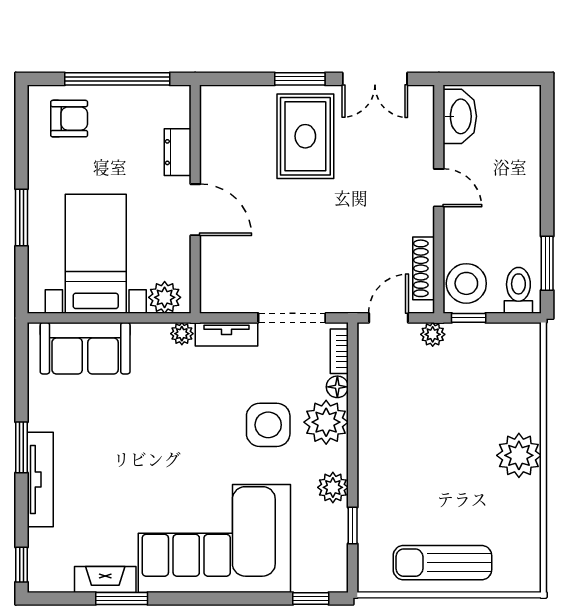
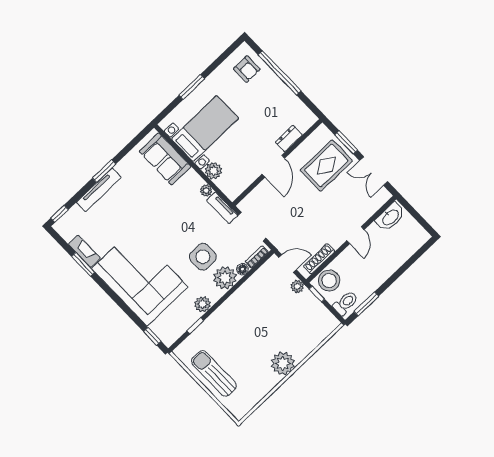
dresser: (178, 152) -> (289, 138), moved
wall: (195, 199) -> (277, 162), moved
door: (195, 210) -> (273, 166), moved

